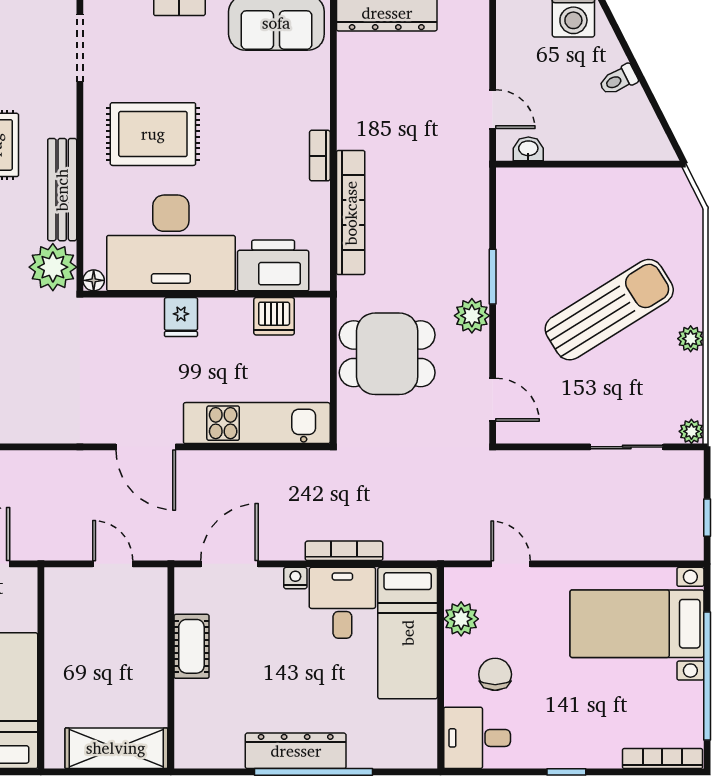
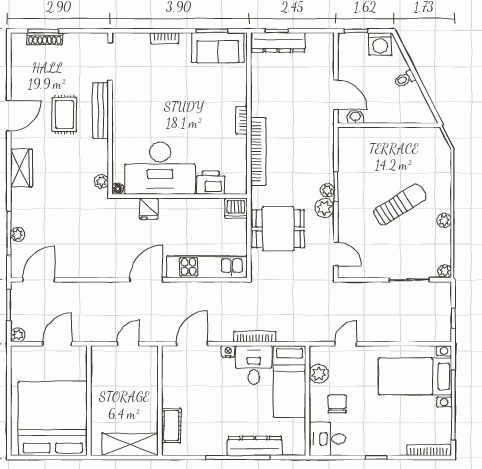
door: (493, 109) -> (336, 95), width x1.38
rug: (153, 134) -> (150, 109), removed
bench: (62, 190) -> (101, 111), moved
printer: (273, 265) -> (211, 183), width x0.73, depth x0.84
plant: (53, 267) -> (101, 181), width x0.53, depth x0.53
plant: (477, 283) -> (327, 190), added
sun lounger: (609, 310) -> (400, 205), width x0.73, depth x0.75
dishwasher: (274, 316) -> (236, 208), moved
fridge: (181, 317) -> (149, 209), moved
door: (146, 447) -> (146, 280), swing flipped
door: (113, 564) -> (128, 344), hinge flipped
door: (511, 564) -> (346, 344), hinge flipped
cot: (191, 646) -> (171, 426), moved
dresser: (296, 751) -> (255, 446), moved

